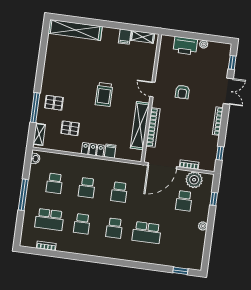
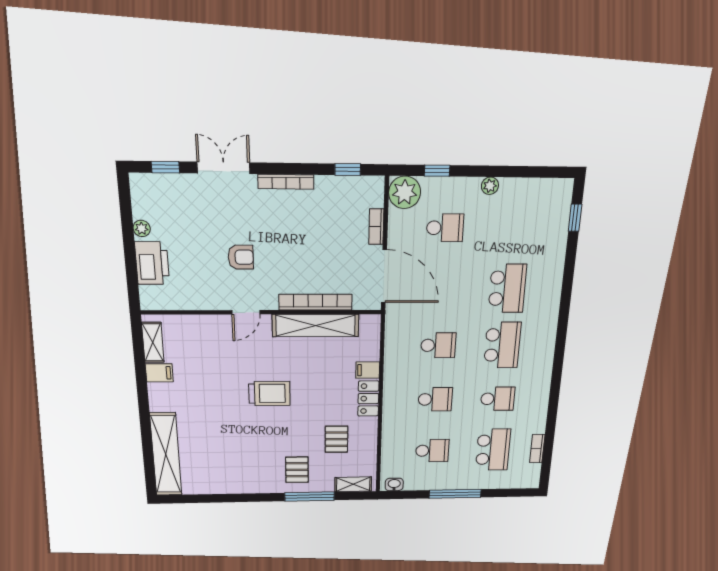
plant: (194, 180) -> (405, 192), moved
school desk: (114, 228) -> (502, 345), width x1.85

